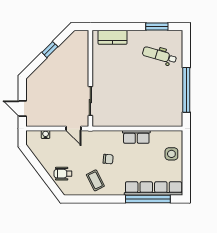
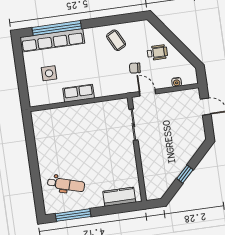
window: (157, 27) -> (73, 215), width x1.44
window: (186, 90) -> (32, 151), removed
side table: (171, 154) -> (49, 73), moved
chair: (108, 159) -> (135, 68), moved
wheelchair: (63, 174) -> (157, 53), moved

